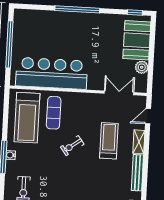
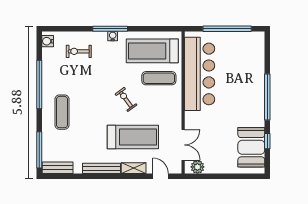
window: (135, 13) -> (267, 141), moved
booth: (137, 40) -> (251, 147), moved, turned 90
plant: (142, 67) -> (197, 167), moved
treadmill: (109, 141) -> (133, 137), width x1.37, depth x1.38

